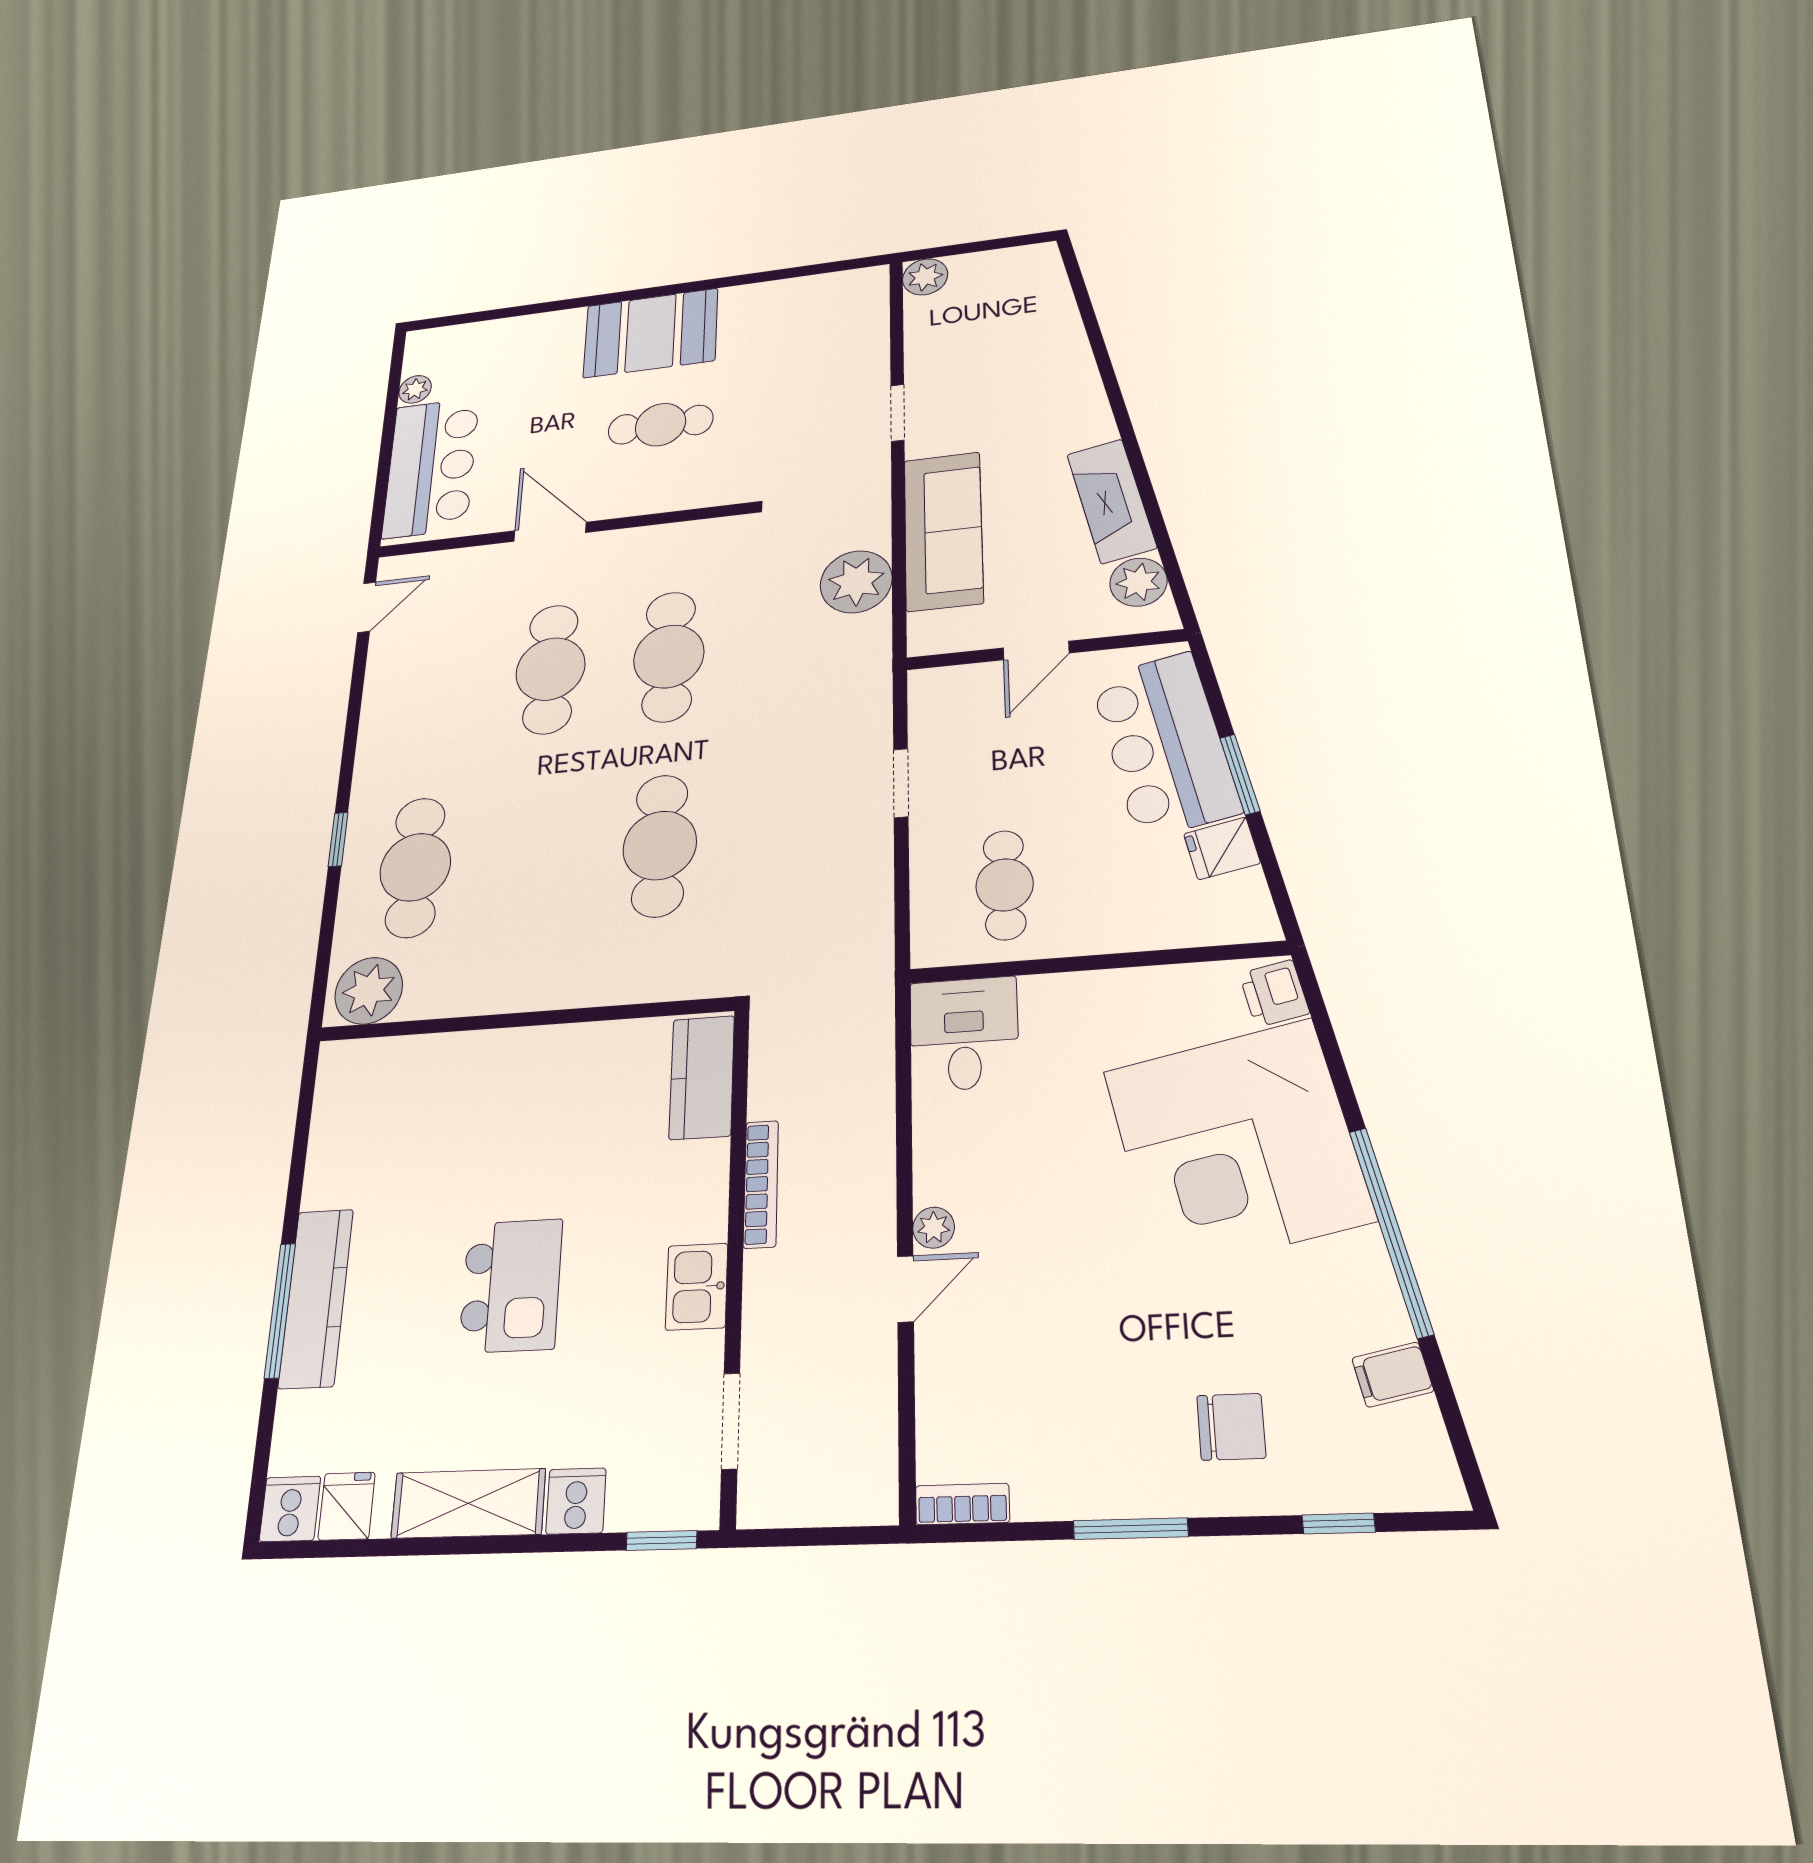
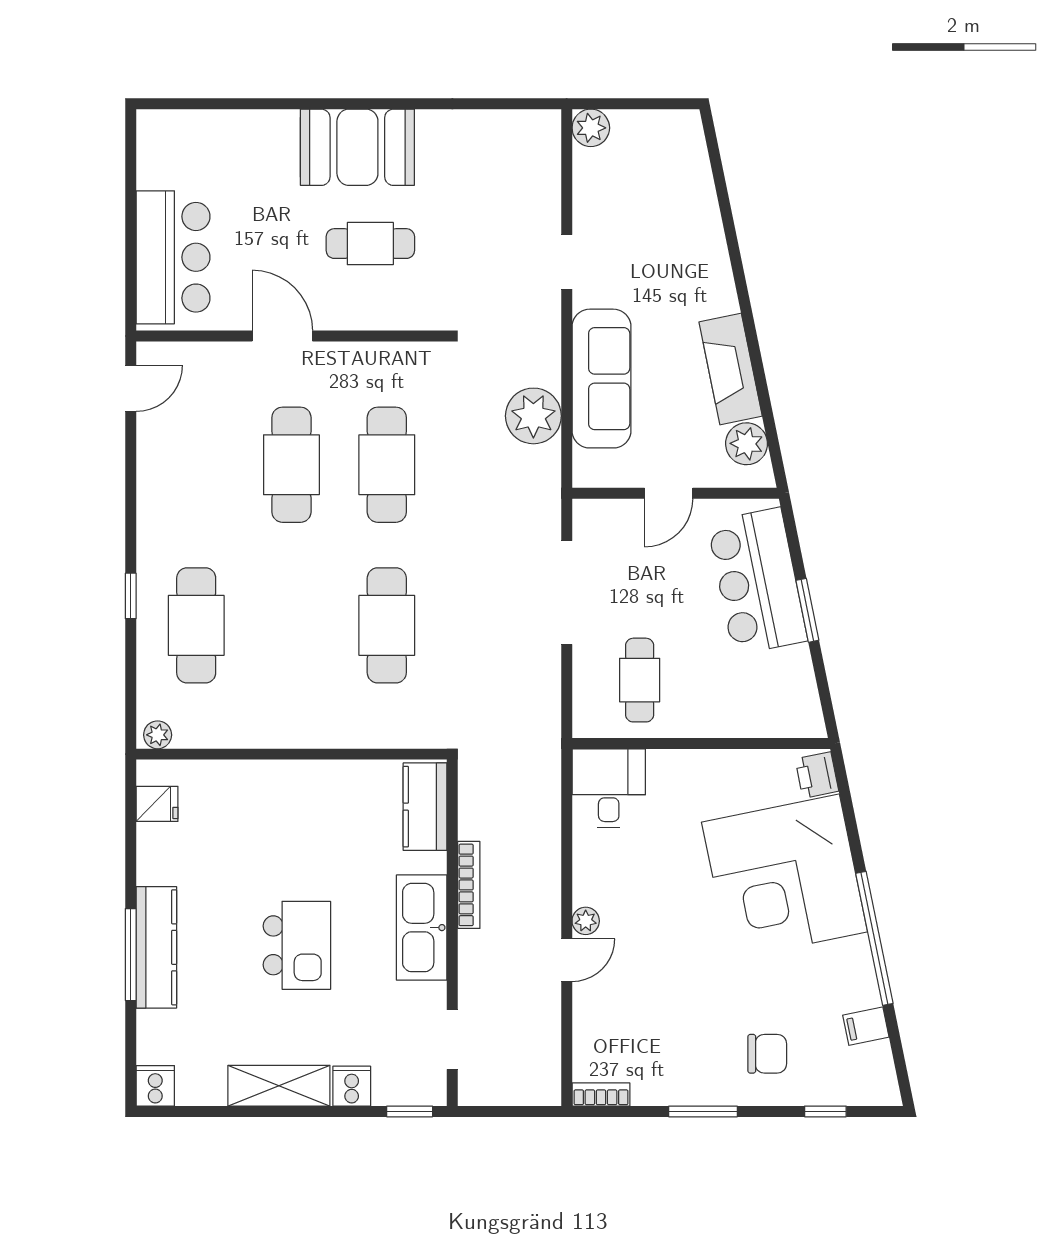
plant: (415, 389) -> (151, 173), removed
doorway: (901, 783) -> (567, 592), width x1.87
fridge: (1222, 848) -> (791, 666), removed
plant: (369, 991) -> (158, 735), width x0.53, depth x0.53
kitchen sink: (697, 1287) -> (422, 928), width x1.88, depth x1.24
fridge: (347, 1506) -> (157, 804), moved, turned 90

